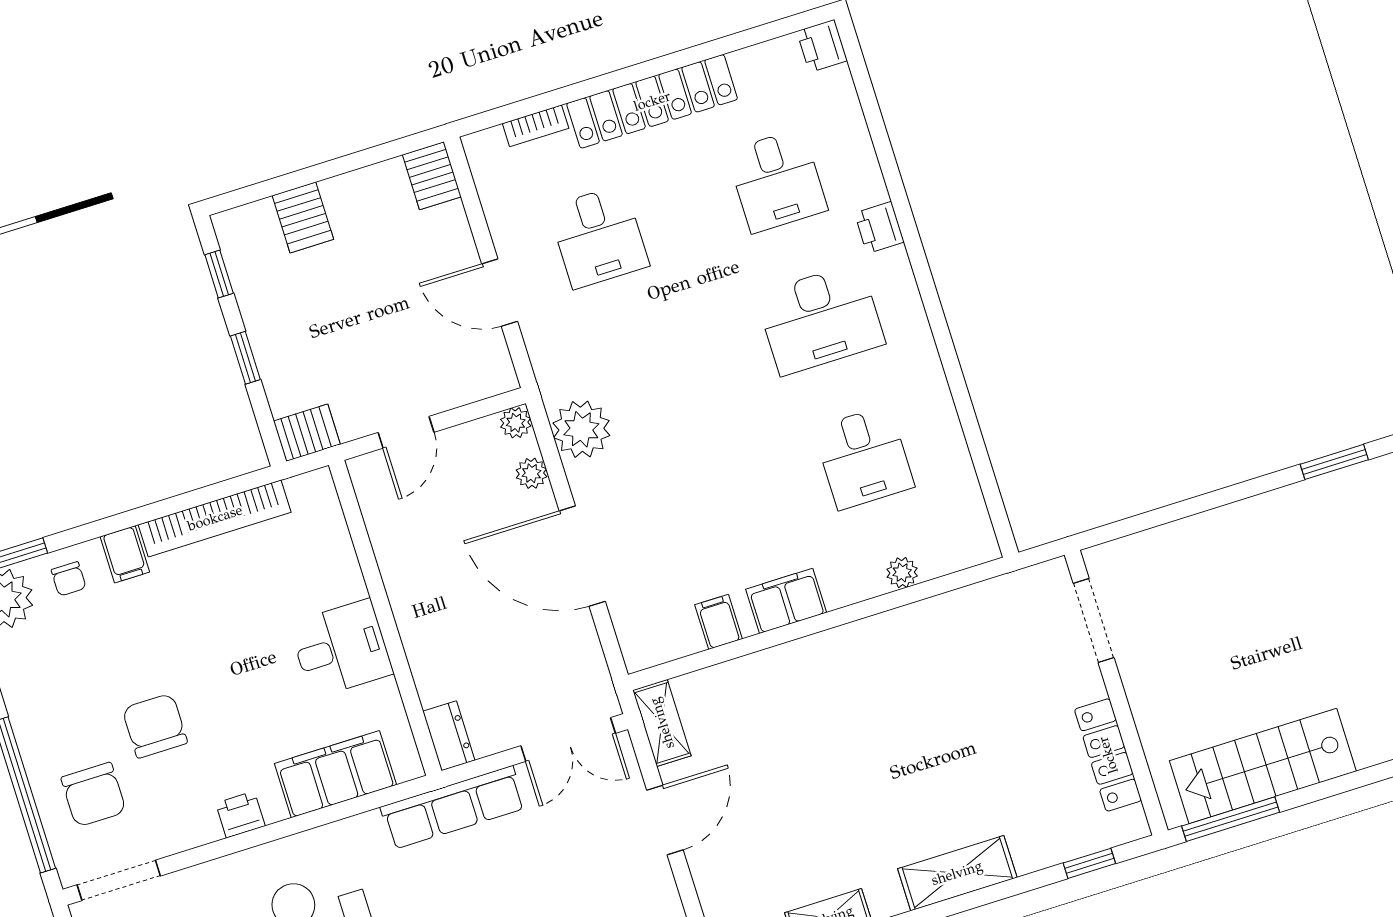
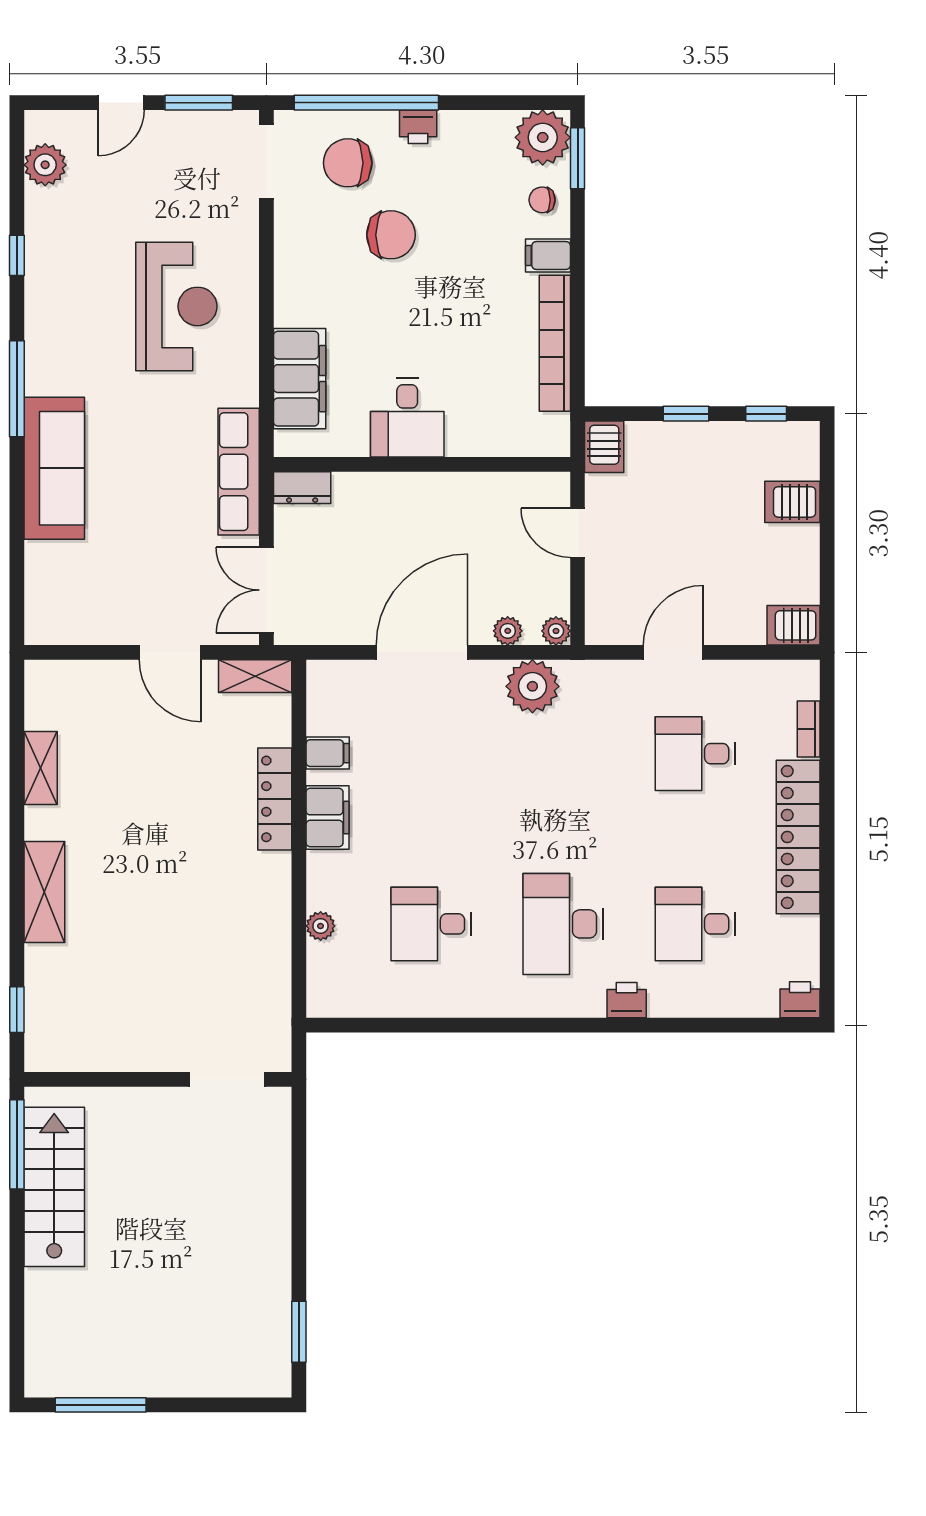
locker: (1108, 755) -> (275, 799), moved, turned -90
printer: (240, 815) -> (418, 127), moved, turned 90

